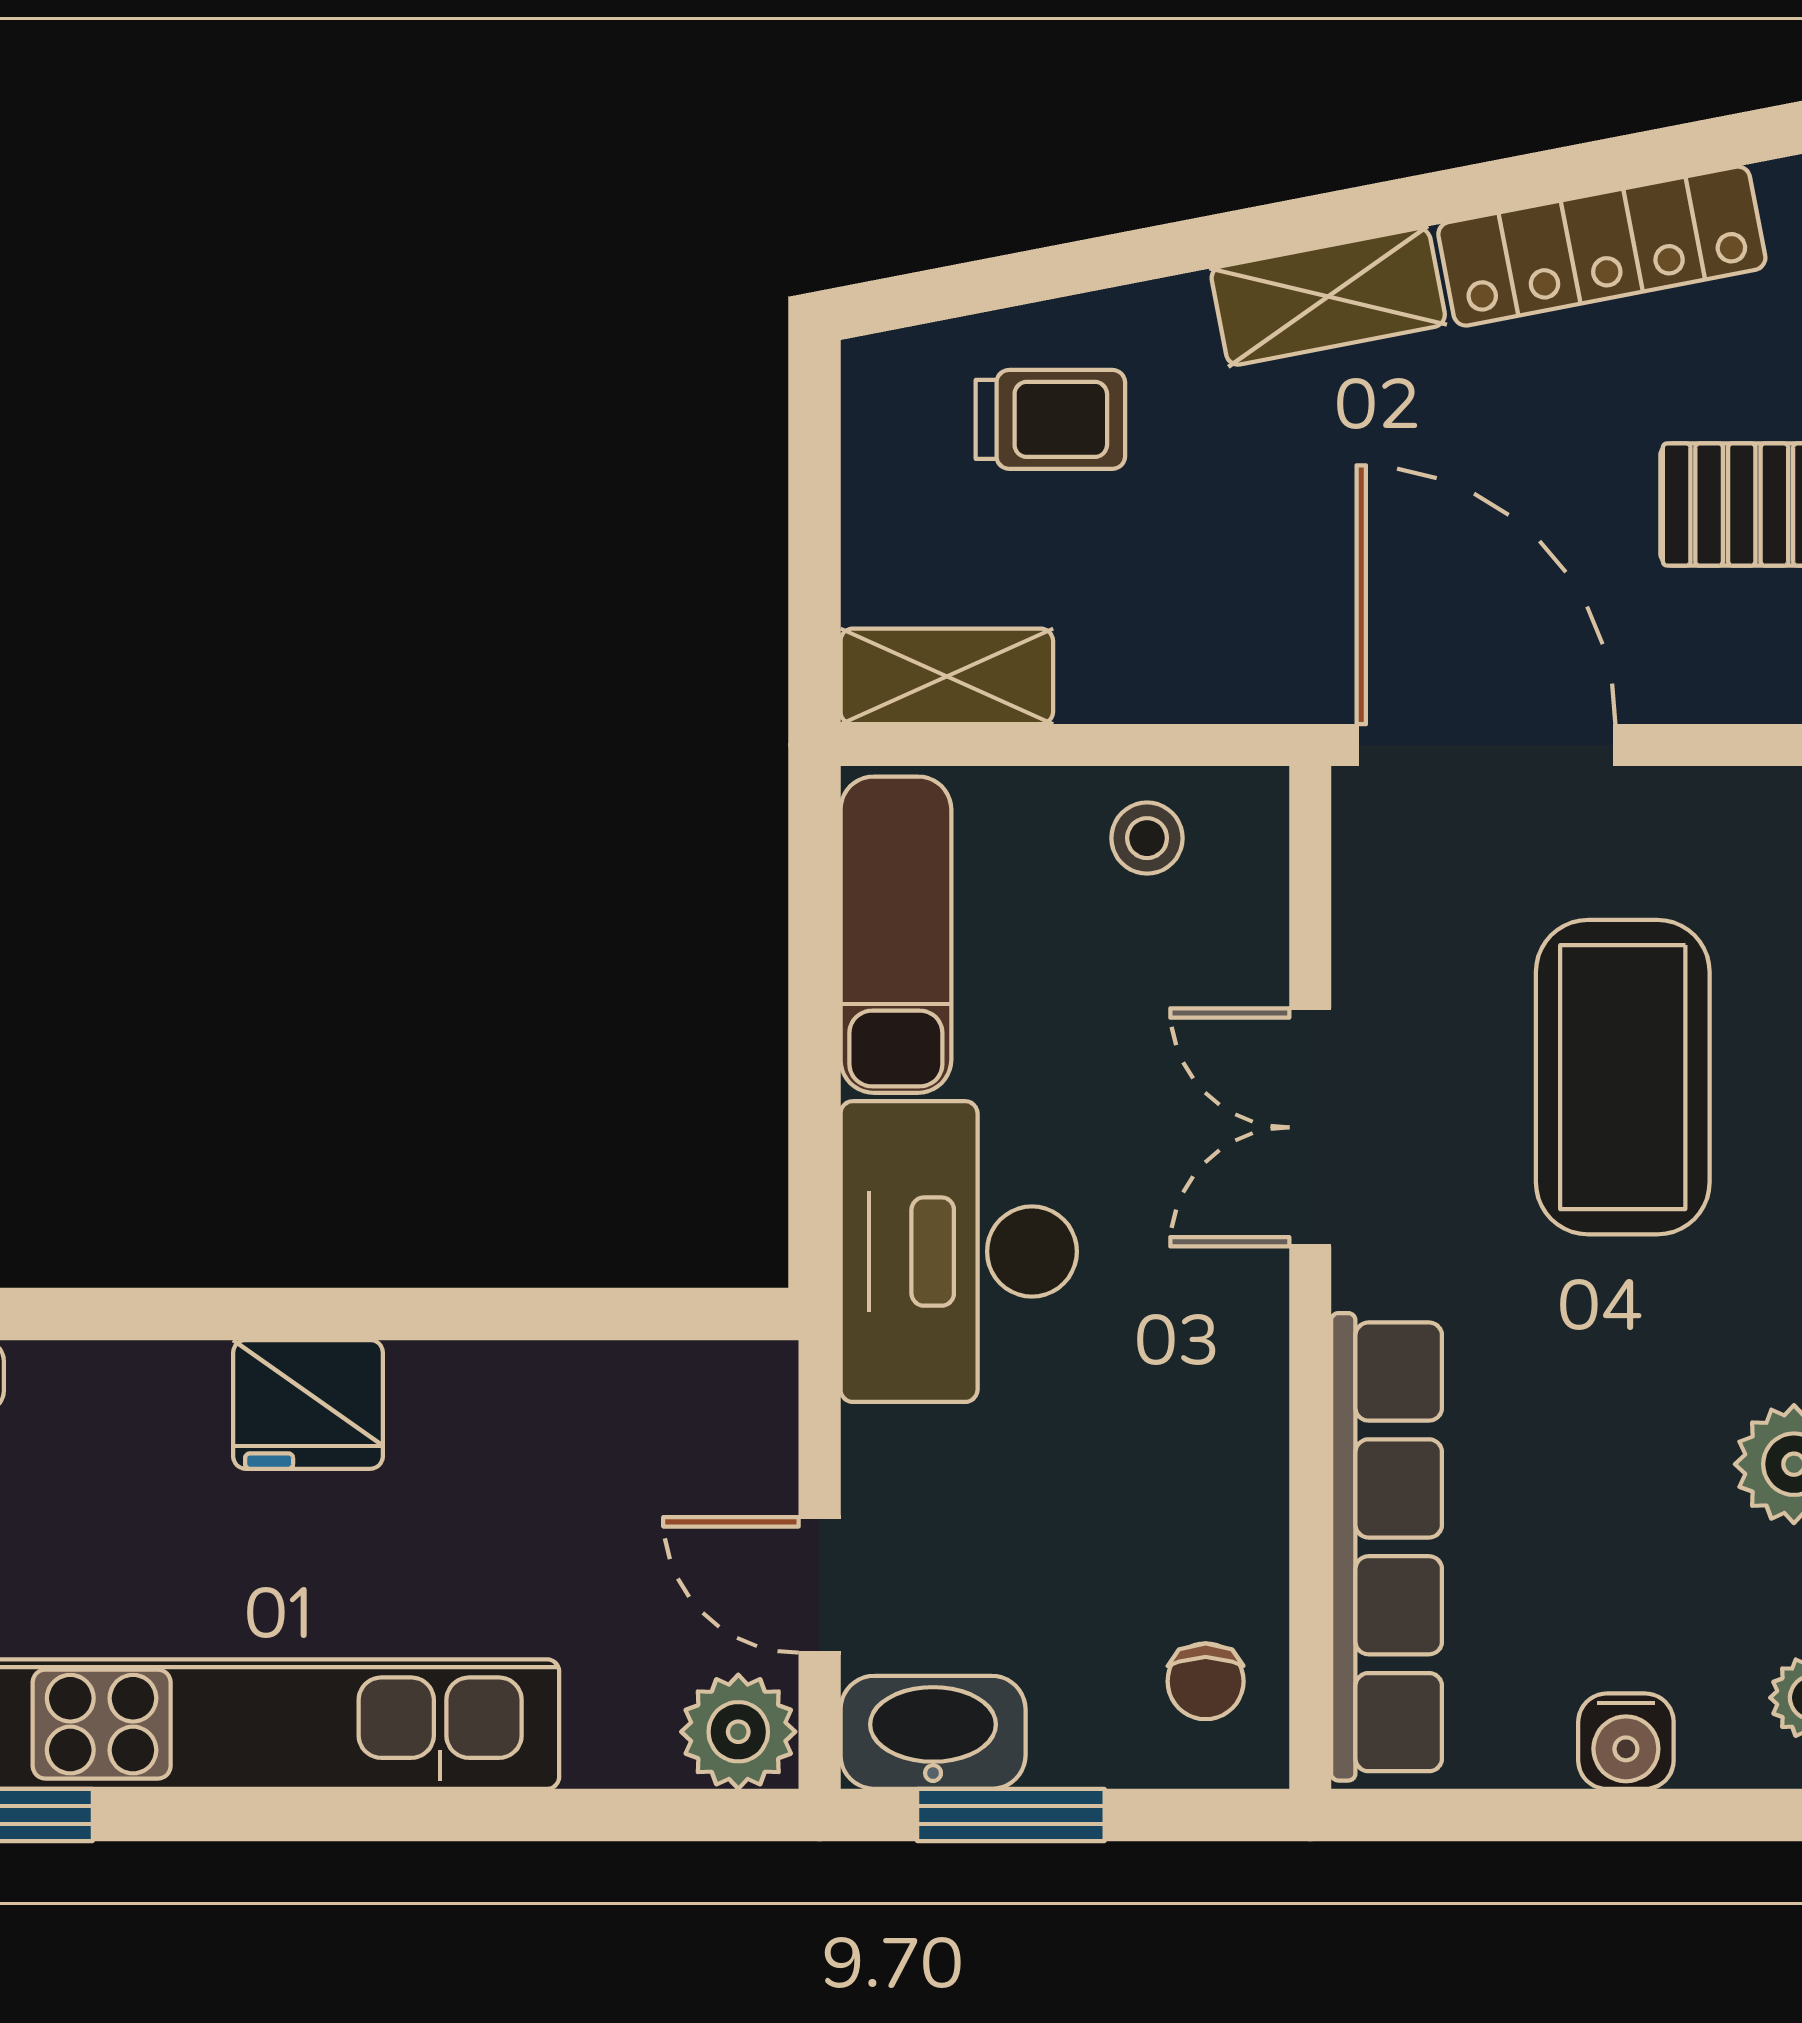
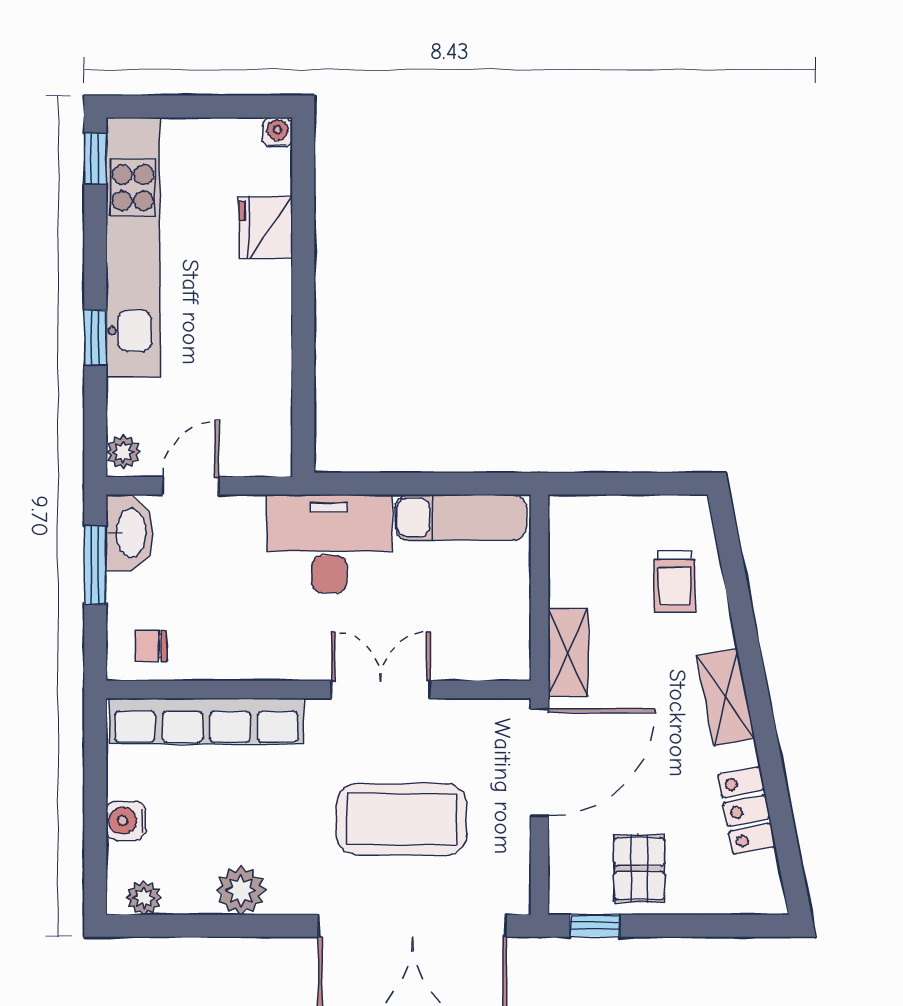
locker: (1602, 246) -> (747, 811), width x0.66
shelving: (947, 676) -> (568, 653), moved
stool: (1147, 838) -> (501, 622), removed
fridge: (308, 1404) -> (266, 227), moved
plant: (738, 1732) -> (123, 452), width x0.73, depth x0.73
window: (462, 1815) -> (95, 337), added

